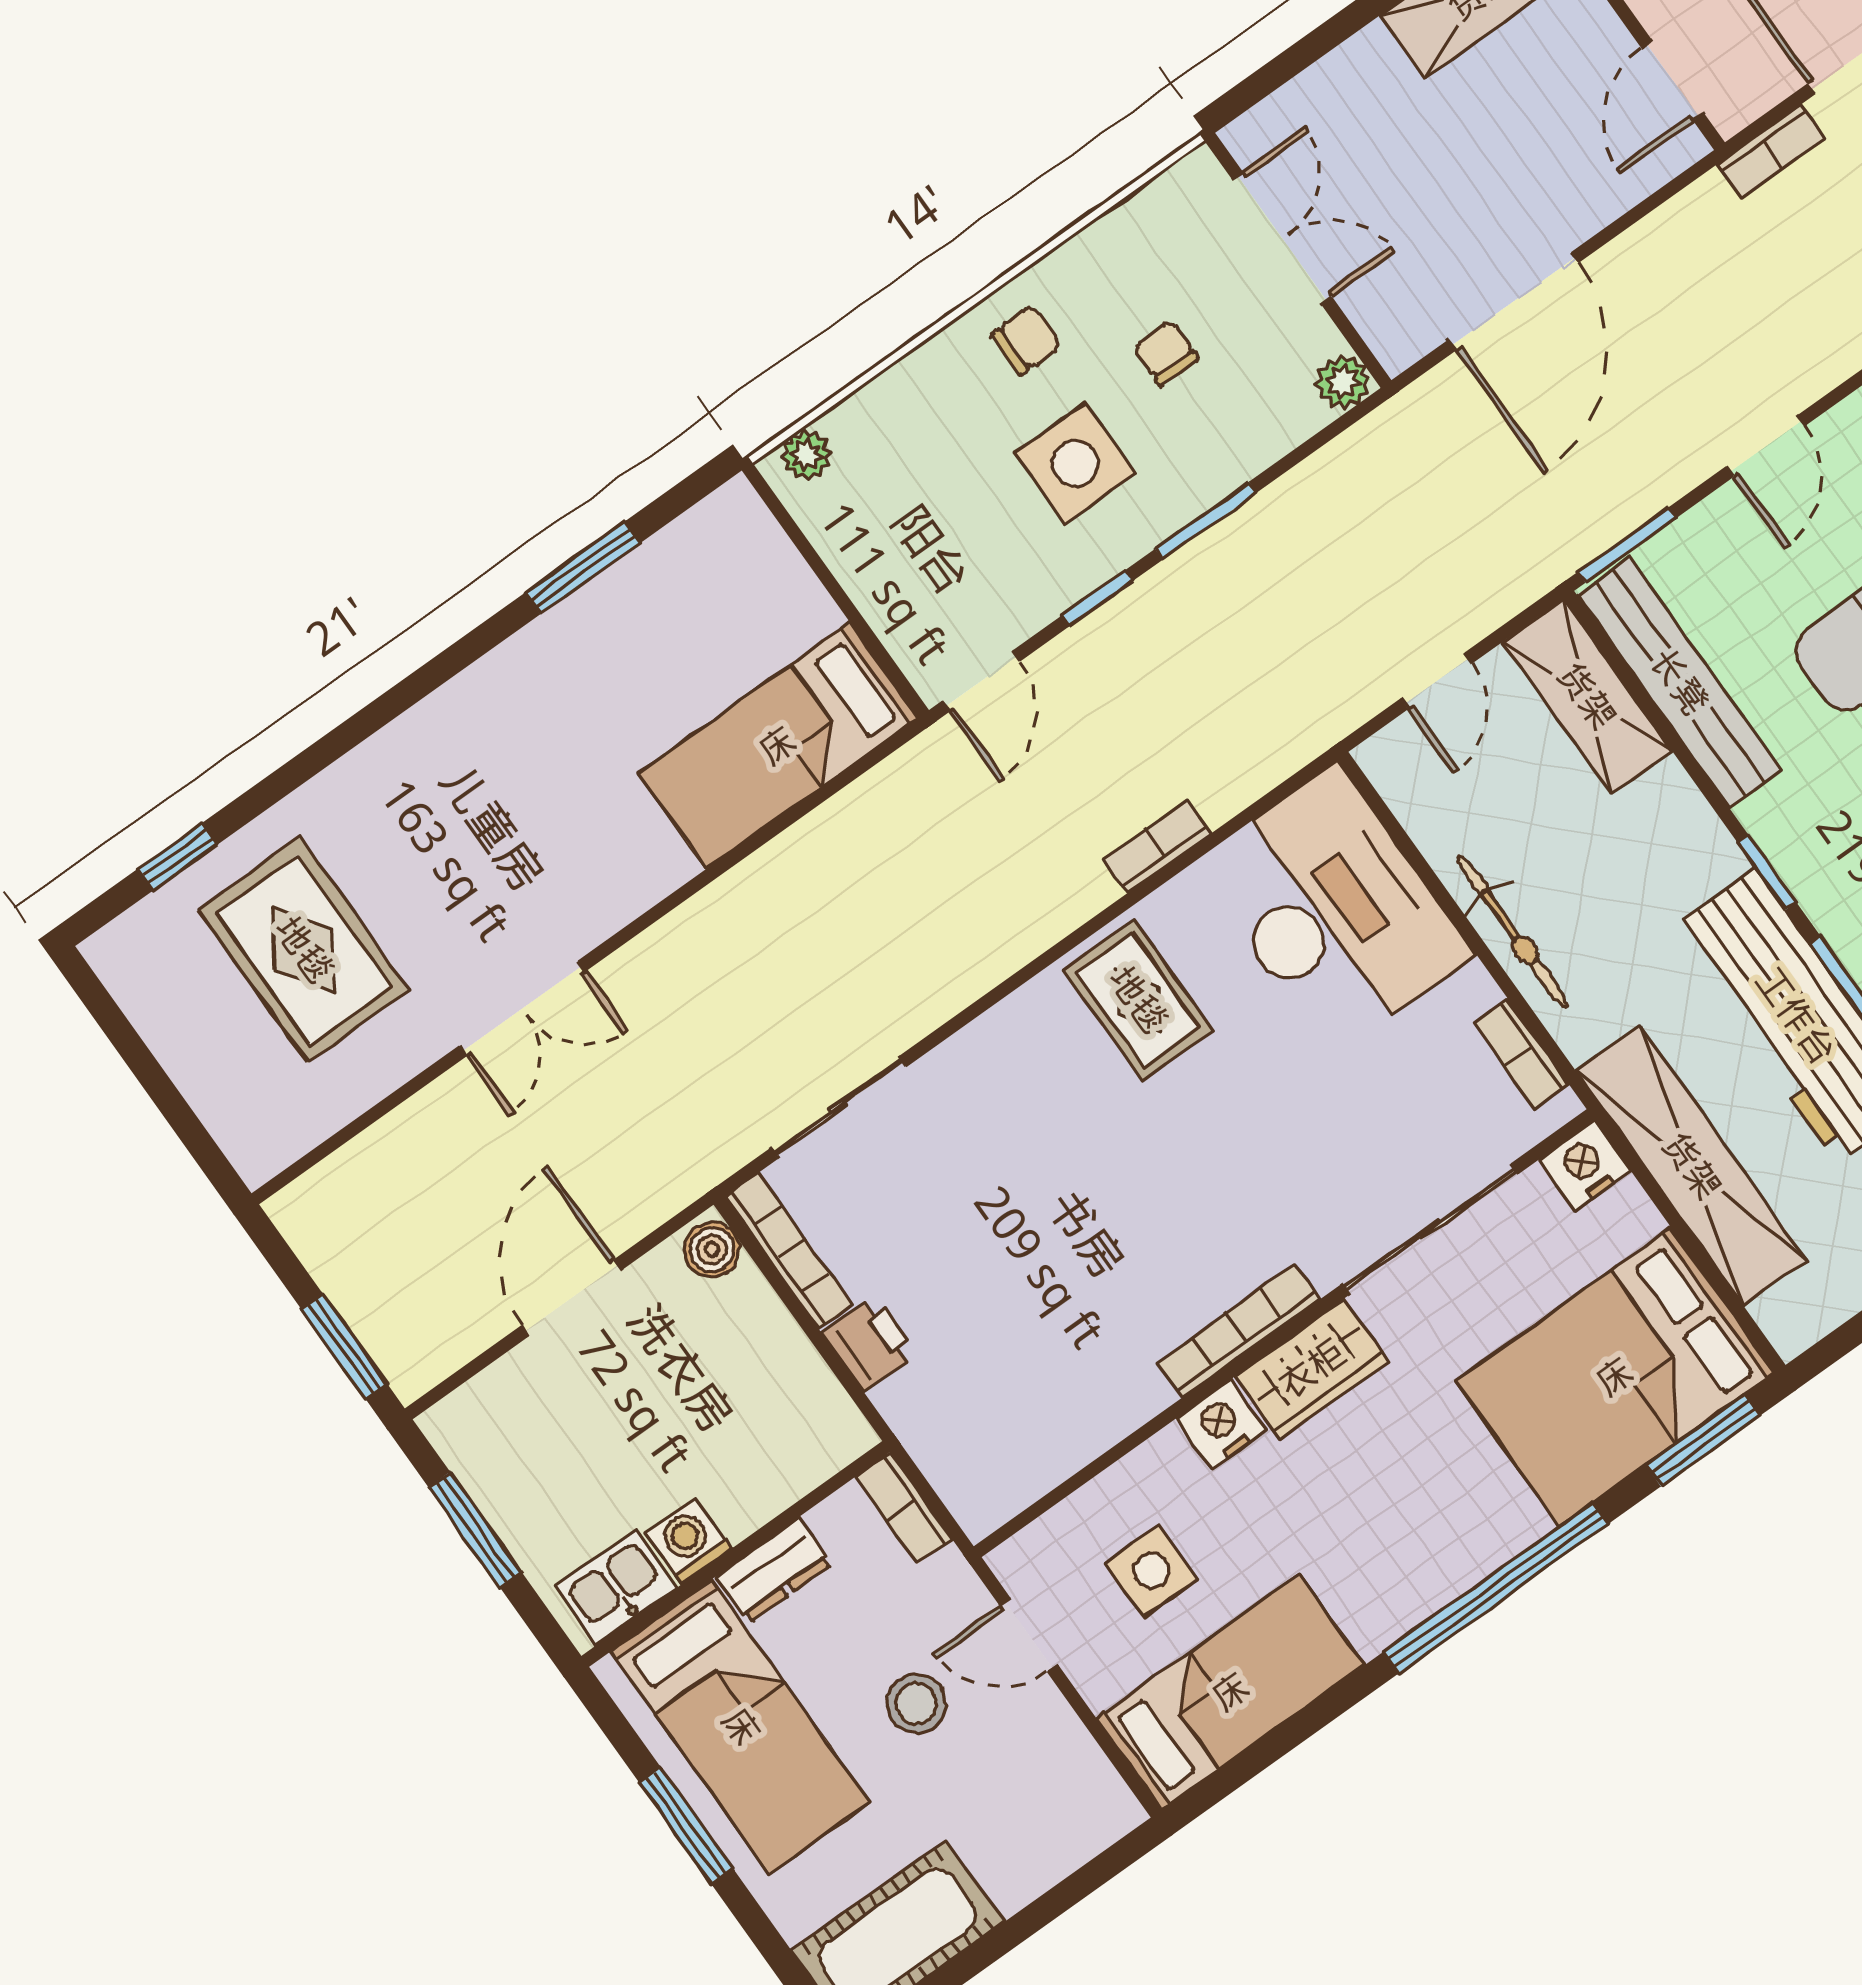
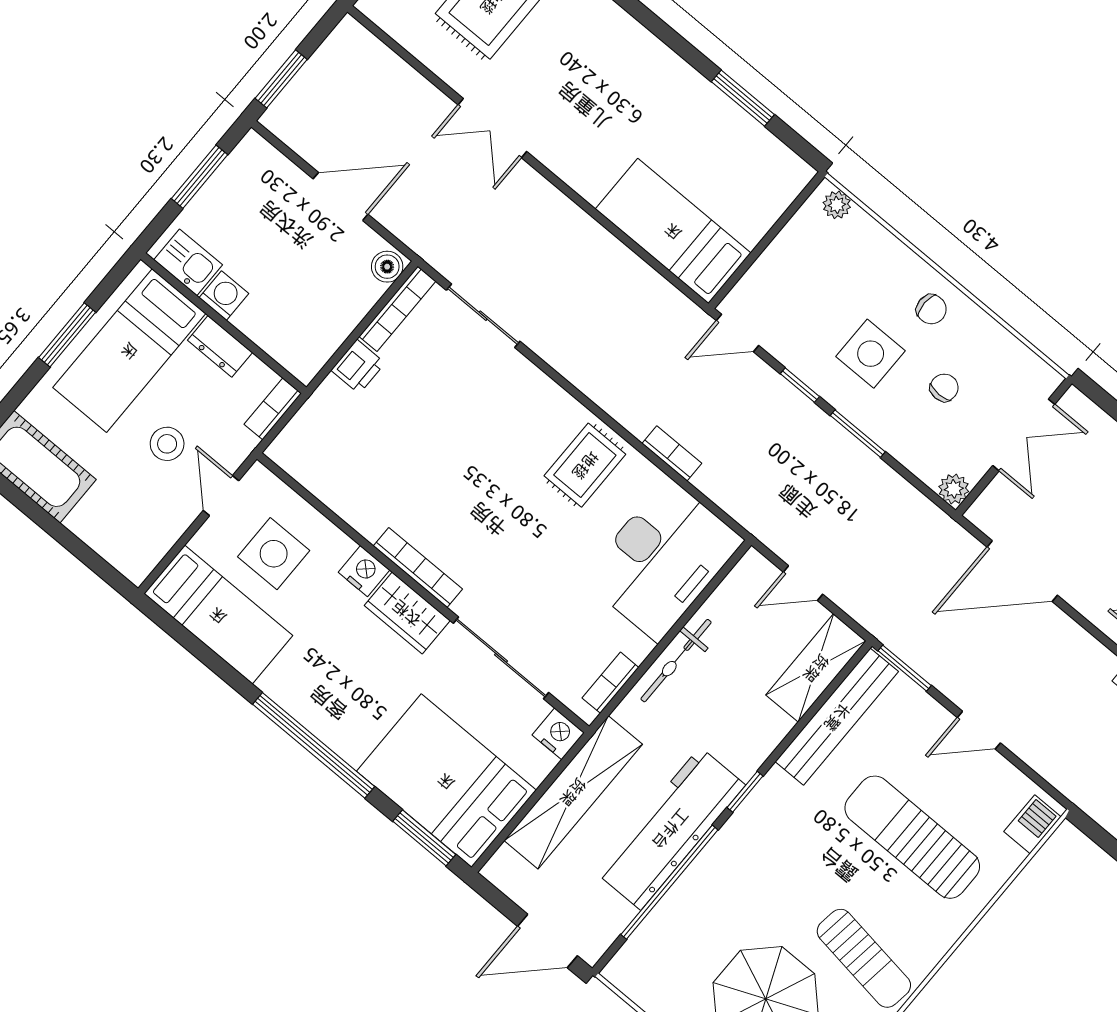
side table: (1151, 1571) -> (274, 554), width x1.37, depth x1.37

